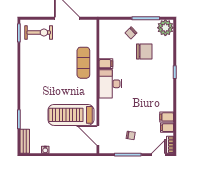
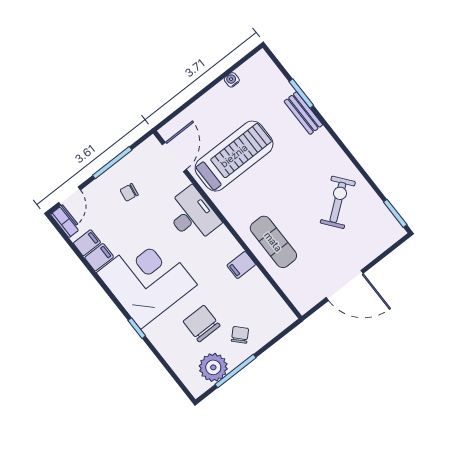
plant: (165, 28) -> (213, 367), moved
exercise bike: (39, 32) -> (338, 202), moved, turned 142
chair: (144, 51) -> (202, 324), turned 90
desk: (110, 84) -> (192, 215), moved
corner desk: (153, 91) -> (147, 279), added
door: (98, 135) -> (174, 157), hinge flipped
bench: (25, 141) -> (303, 113), moved

